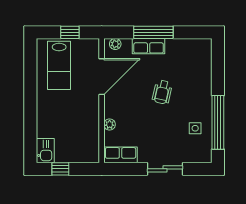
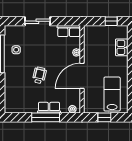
door: (102, 77) -> (82, 76), moved
kitchen sink: (45, 151) -> (122, 47), moved

